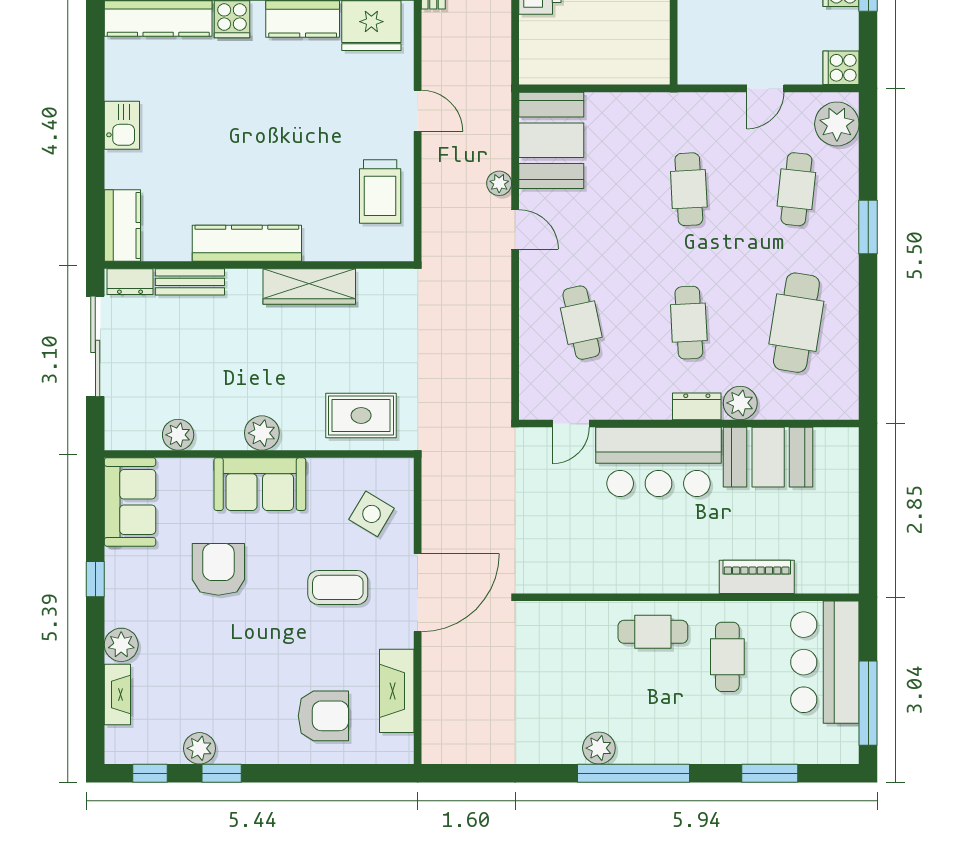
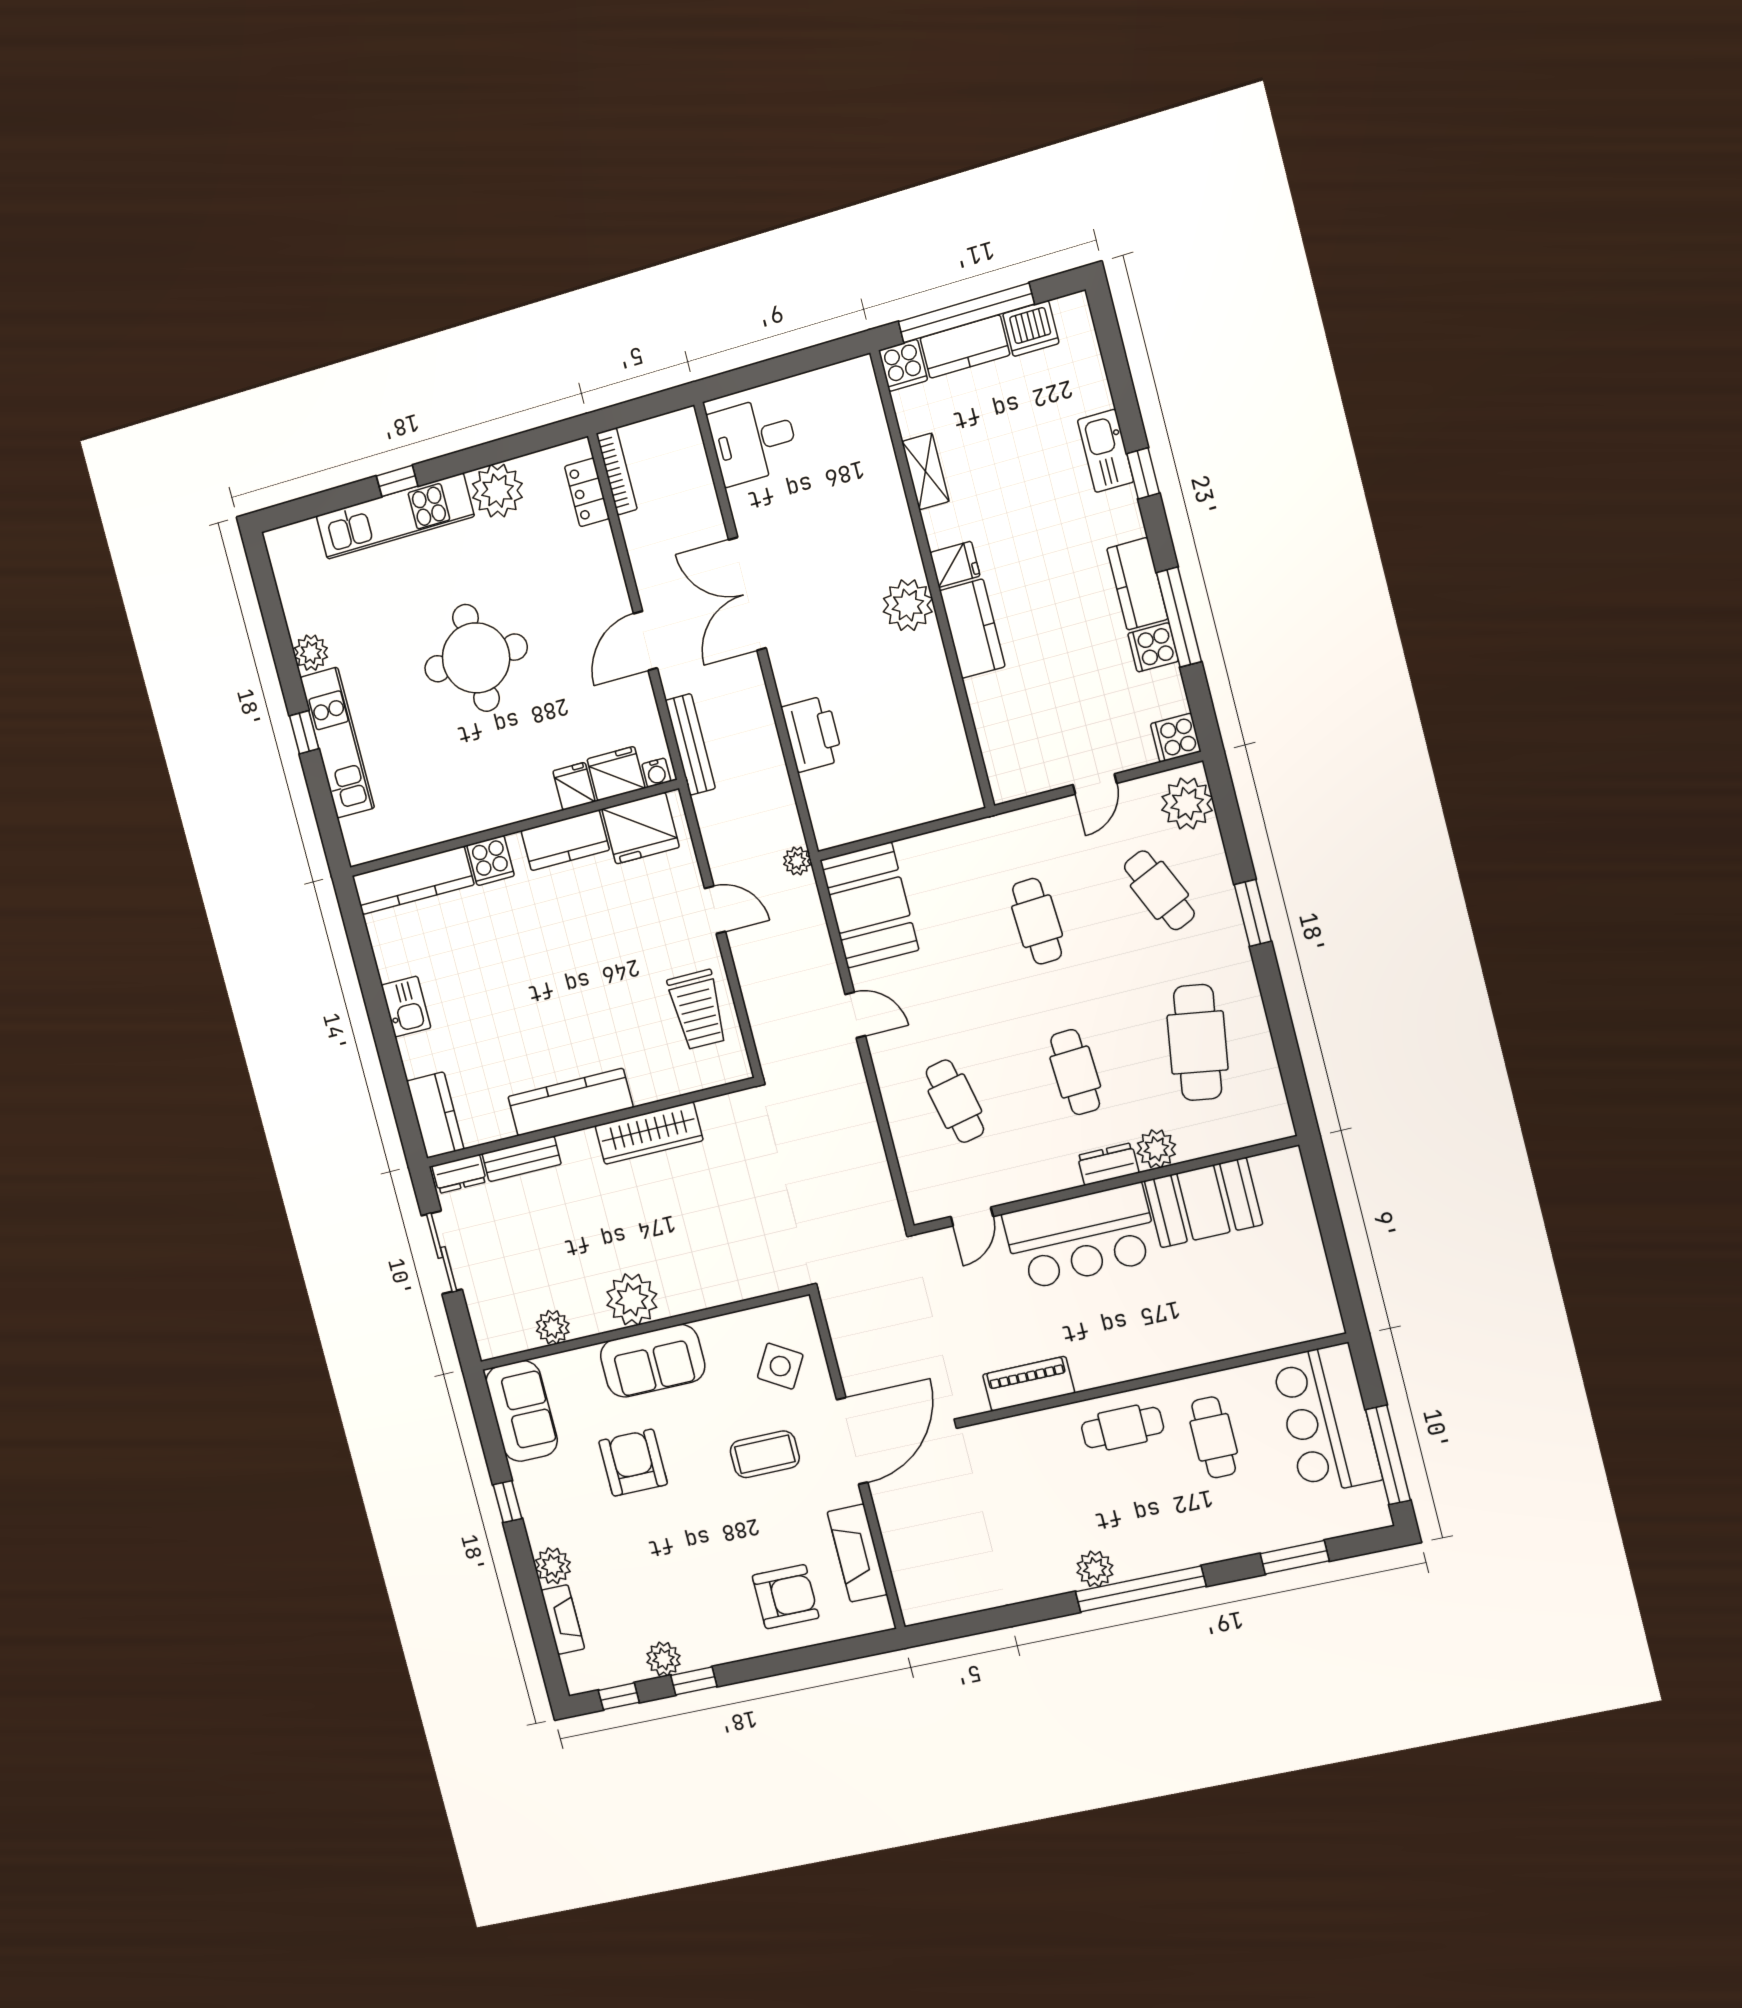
plant: (499, 183) -> (797, 861), moved
cafe table: (796, 189) -> (1159, 890), turned -30
sliding door: (95, 346) -> (442, 1252), width x0.73
rug: (361, 415) -> (741, 1261), removed
plant: (262, 433) -> (632, 1300), width x1.36, depth x1.36
piano: (757, 577) -> (1029, 1384), moved

